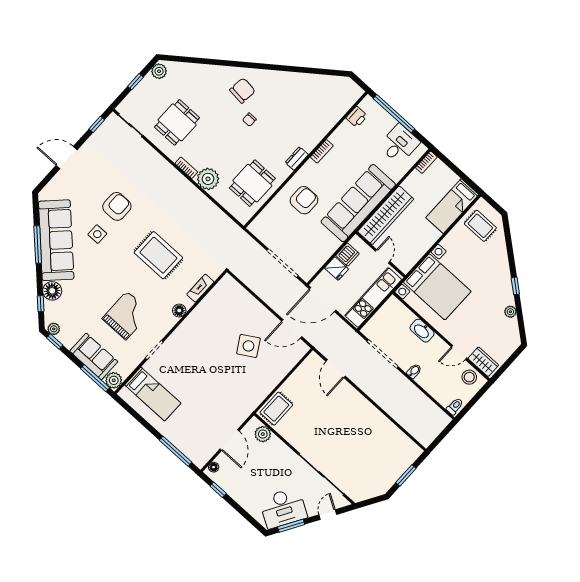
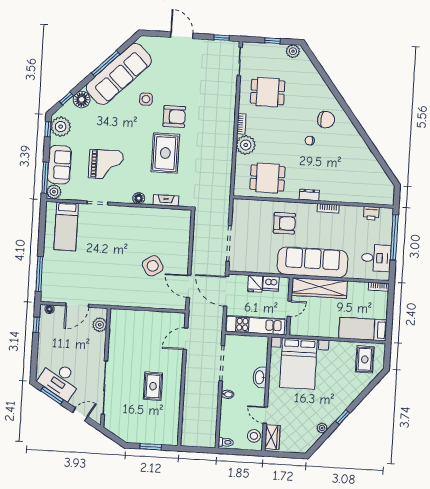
armchair: (117, 206) -> (174, 117), moved
plant: (54, 329) -> (61, 127), width x1.87, depth x1.87
rug: (276, 409) -> (153, 386), moved, turned 90

